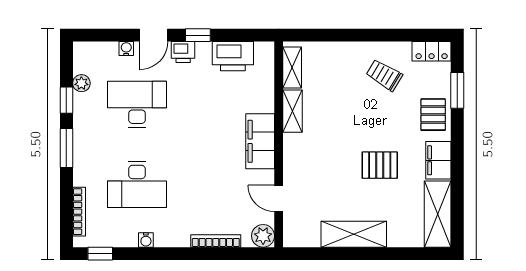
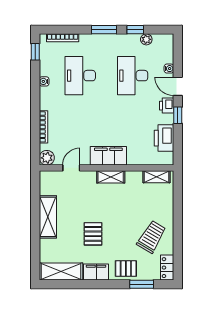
trolley: (384, 75) -> (152, 237), width x1.36, depth x1.39
desk: (137, 104) -> (133, 76), turned 180
shelving: (292, 111) -> (111, 177), moved

